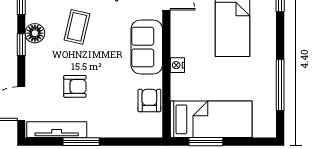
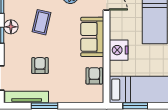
nightstand: (177, 65) -> (119, 50), width x1.89, depth x1.79
armchair: (75, 86) -> (40, 66), turned -90

